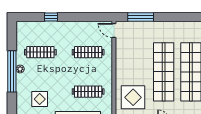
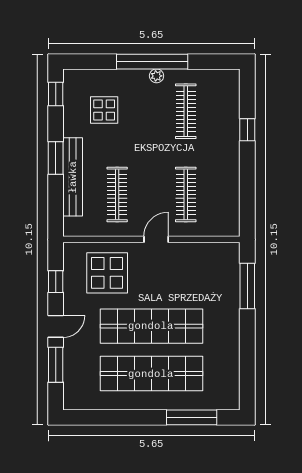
door: (114, 30) -> (156, 239), moved

